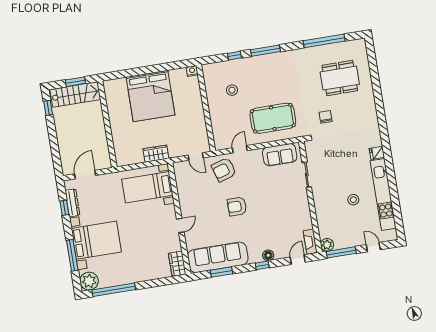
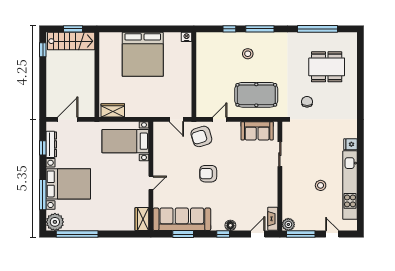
stool: (232, 90) -> (248, 54), moved
wardrobe: (156, 154) -> (113, 110), moved

